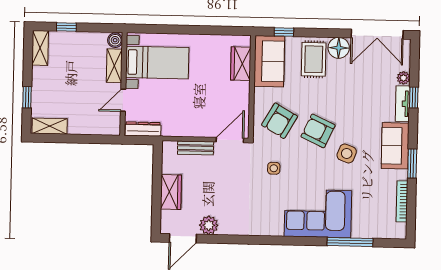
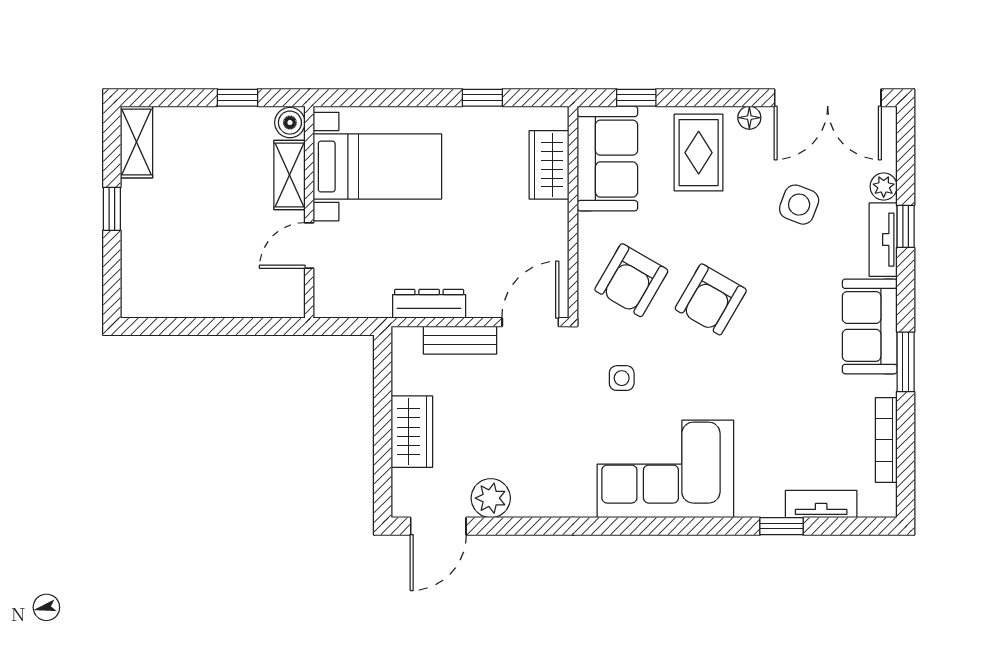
window: (66, 27) -> (238, 98), moved
window: (209, 30) -> (482, 98), added
floor lamp: (339, 48) -> (749, 118), width x0.53, depth x0.53
window: (27, 97) -> (112, 209), moved
shelving: (50, 126) -> (160, 302), removed
dresser: (143, 129) -> (429, 304), moved
armchair: (318, 131) -> (711, 299), turned -85
side table: (347, 153) -> (799, 205), moved
corner sofa: (318, 214) -> (665, 469), moved
tv unit: (369, 232) -> (821, 504), added
window: (350, 242) -> (781, 526), width x0.46

